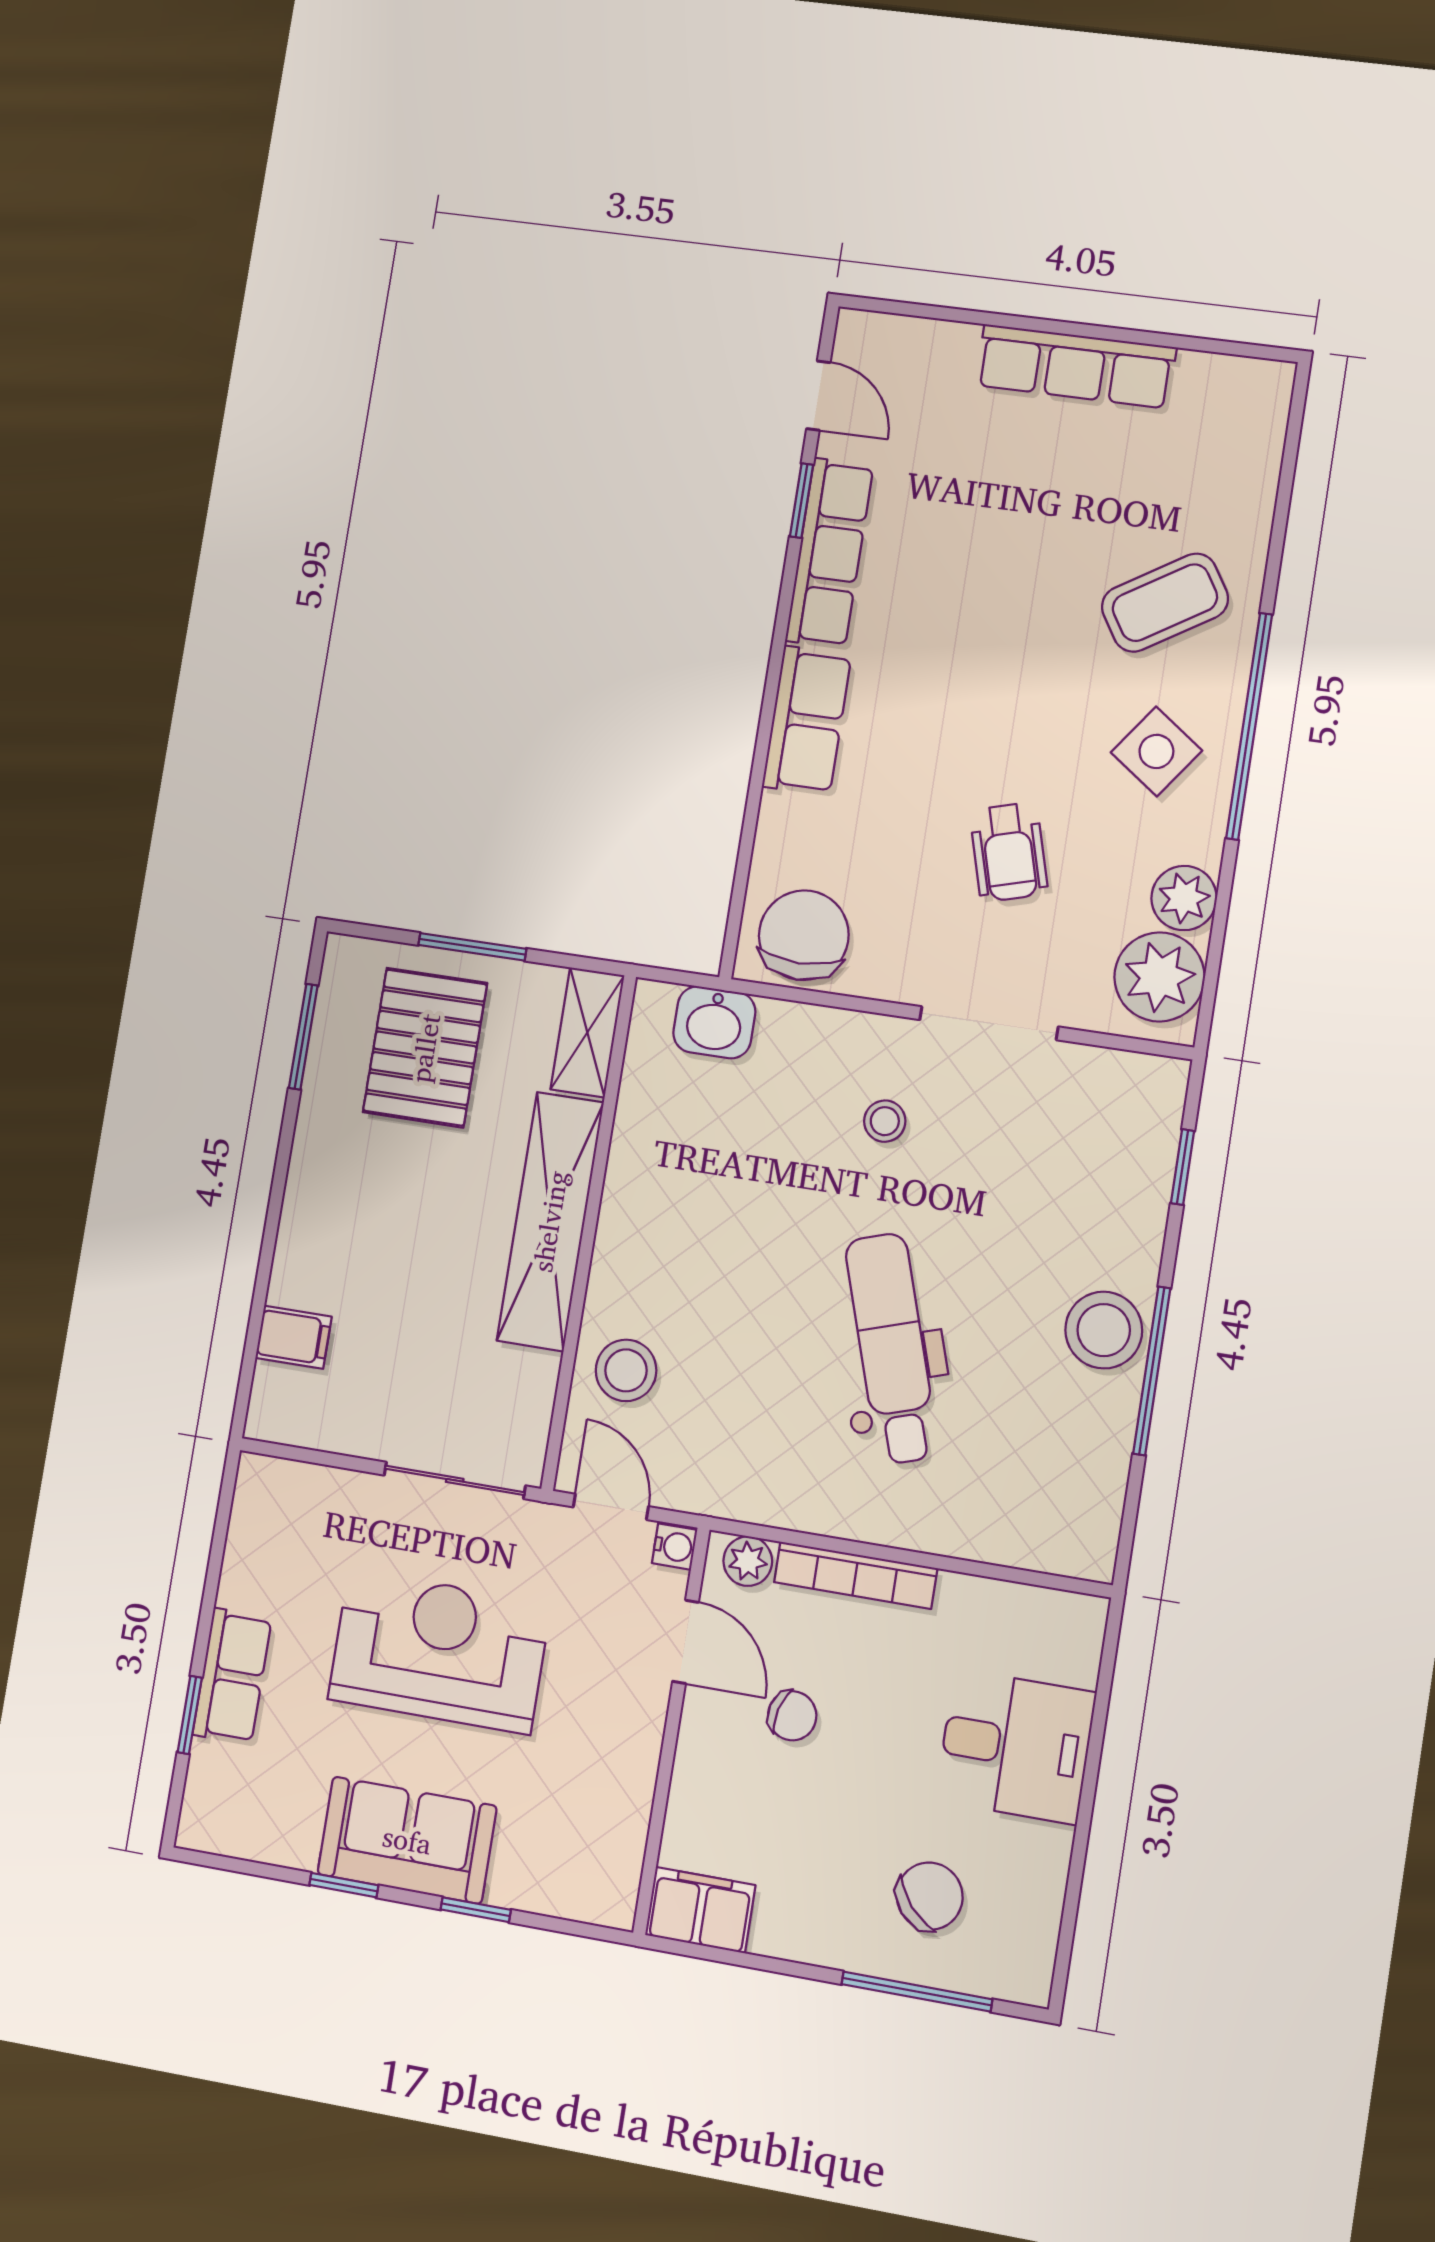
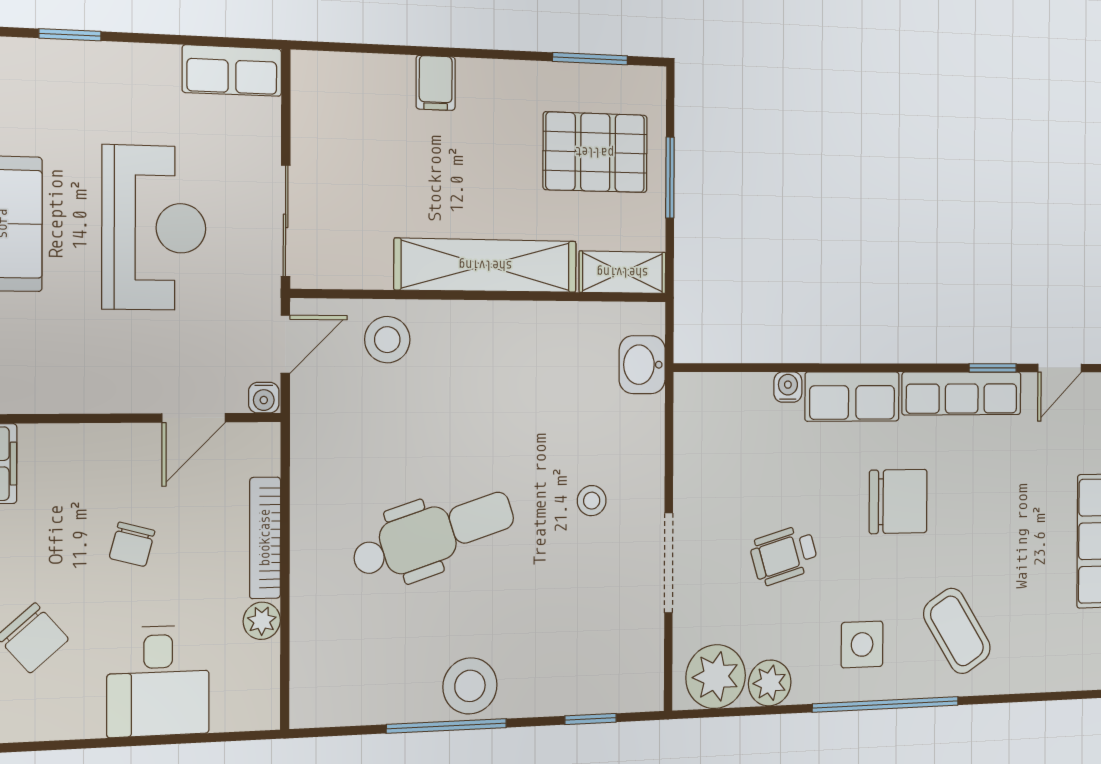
side table: (1156, 751) -> (862, 644), turned -36
water cooler: (778, 815) -> (788, 387), added
chair: (804, 935) -> (898, 501), moved
filing cabinet: (294, 1337) -> (436, 83), moved
plant: (748, 1561) -> (262, 621), moved
row of seats: (232, 1676) -> (232, 71), moved
chair: (792, 1716) -> (132, 544), moved

